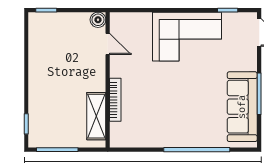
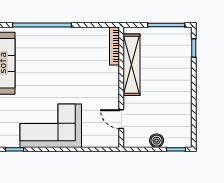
boiler: (98, 20) -> (157, 141), moved
bookcase: (115, 100) -> (115, 46), moved
shelving: (96, 116) -> (131, 65), width x1.47

